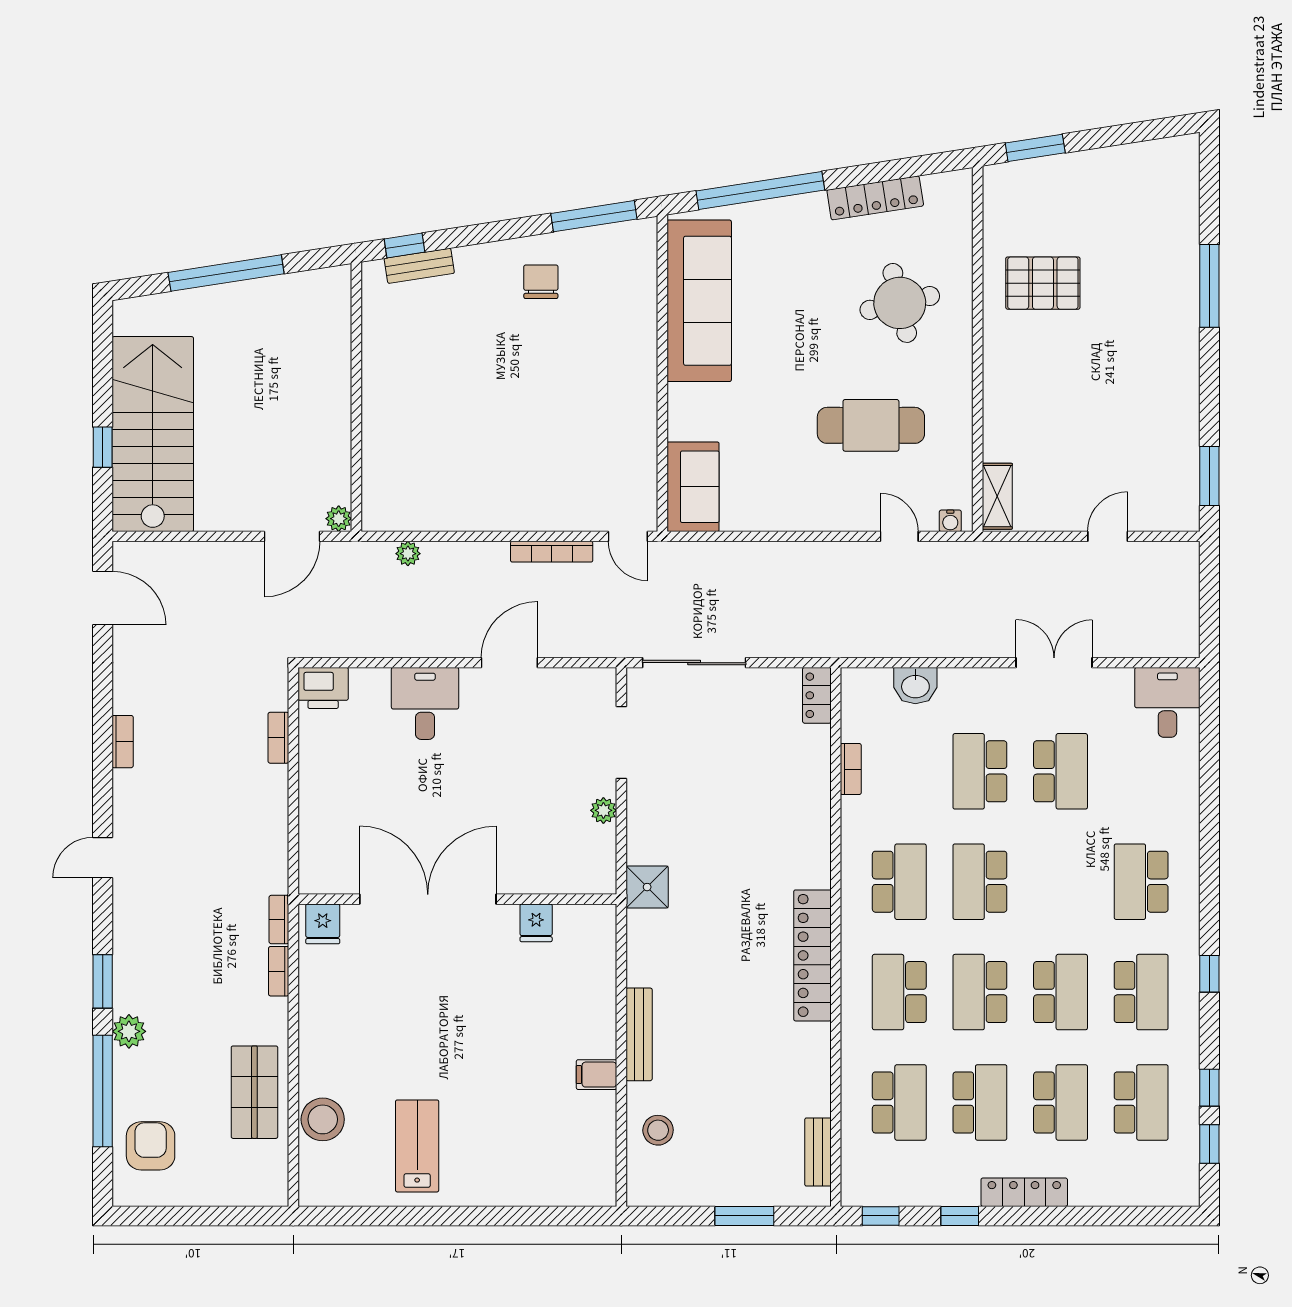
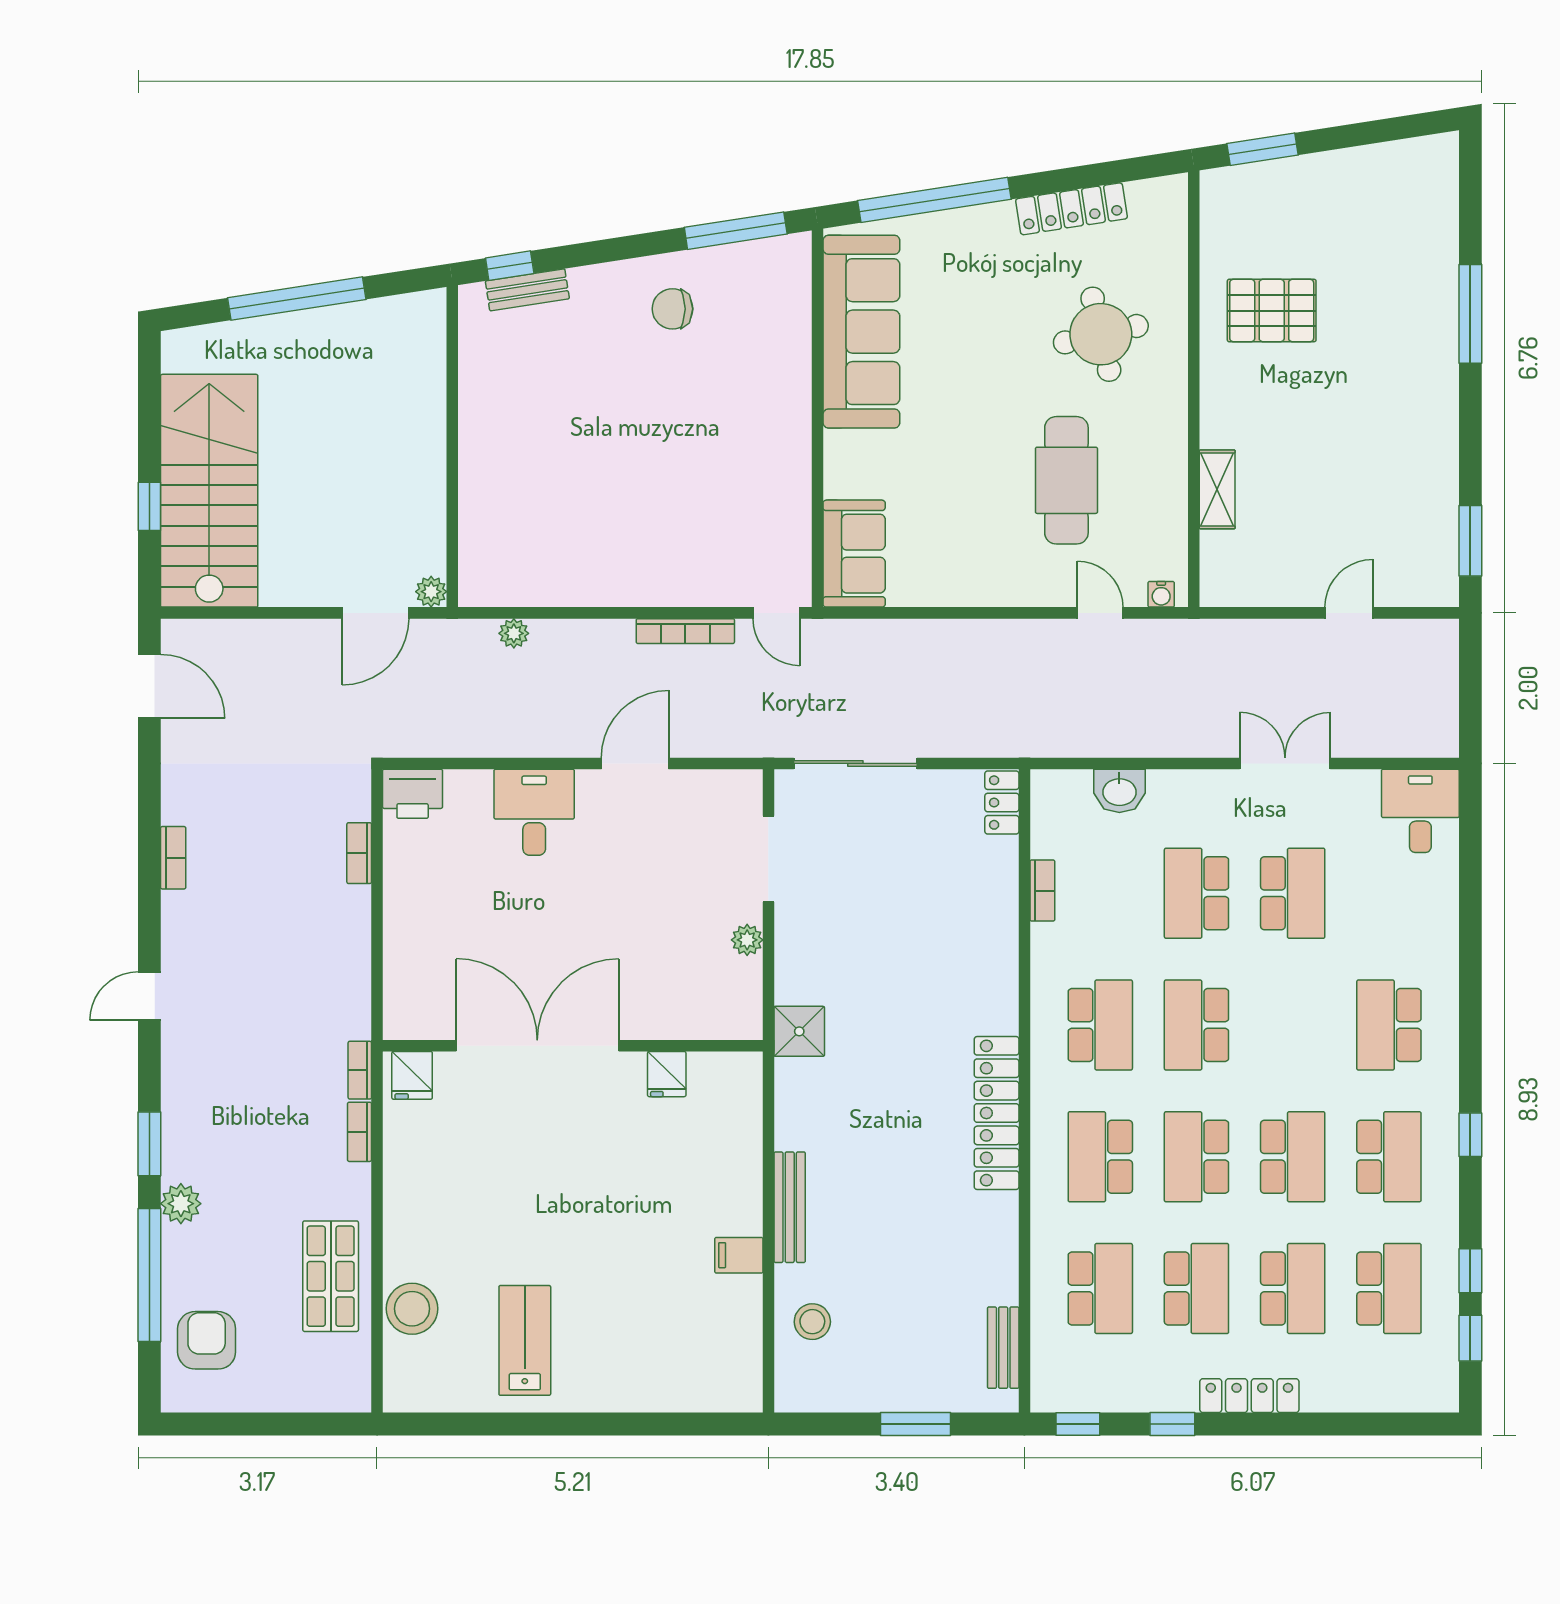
chair: (541, 282) -> (672, 309), turned -90
cafe table: (871, 425) -> (1066, 480), turned 90
shelving: (997, 496) -> (1217, 489), moved

